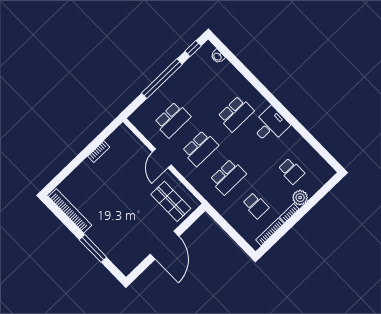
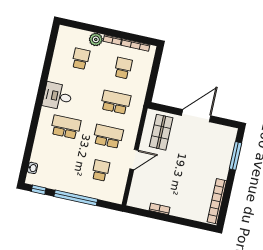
school desk: (172, 120) -> (101, 170), width x0.54
window: (93, 248) -> (235, 156), moved

